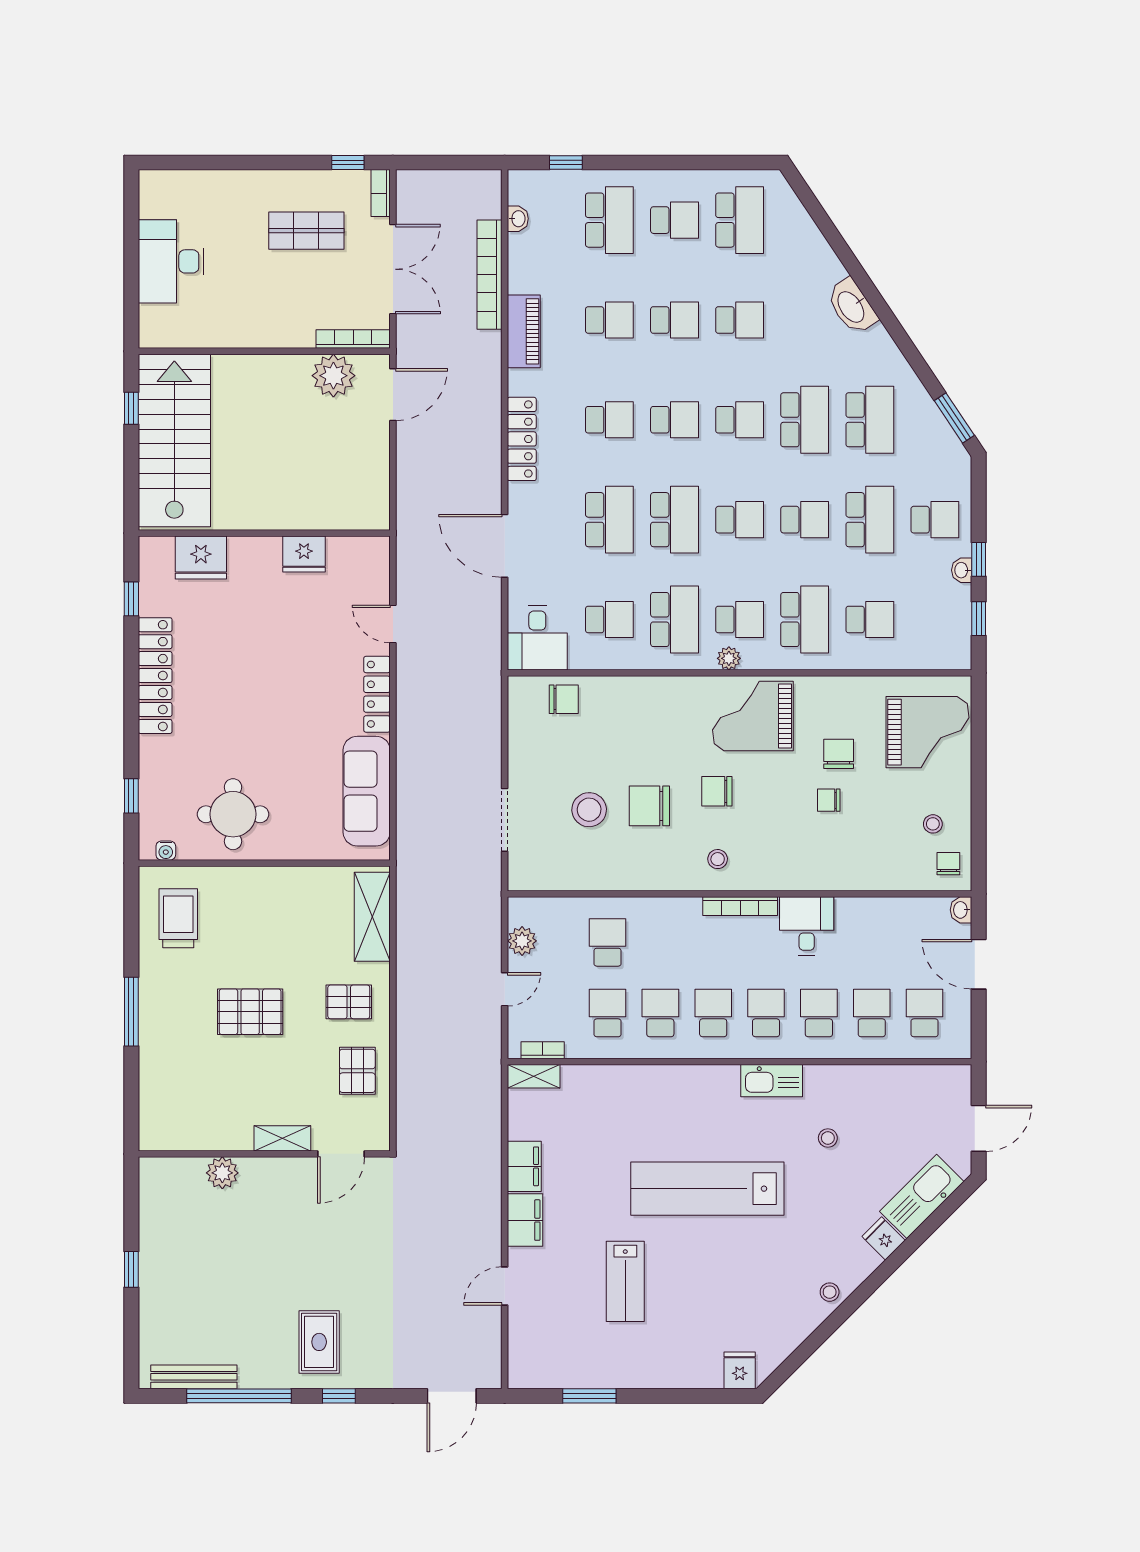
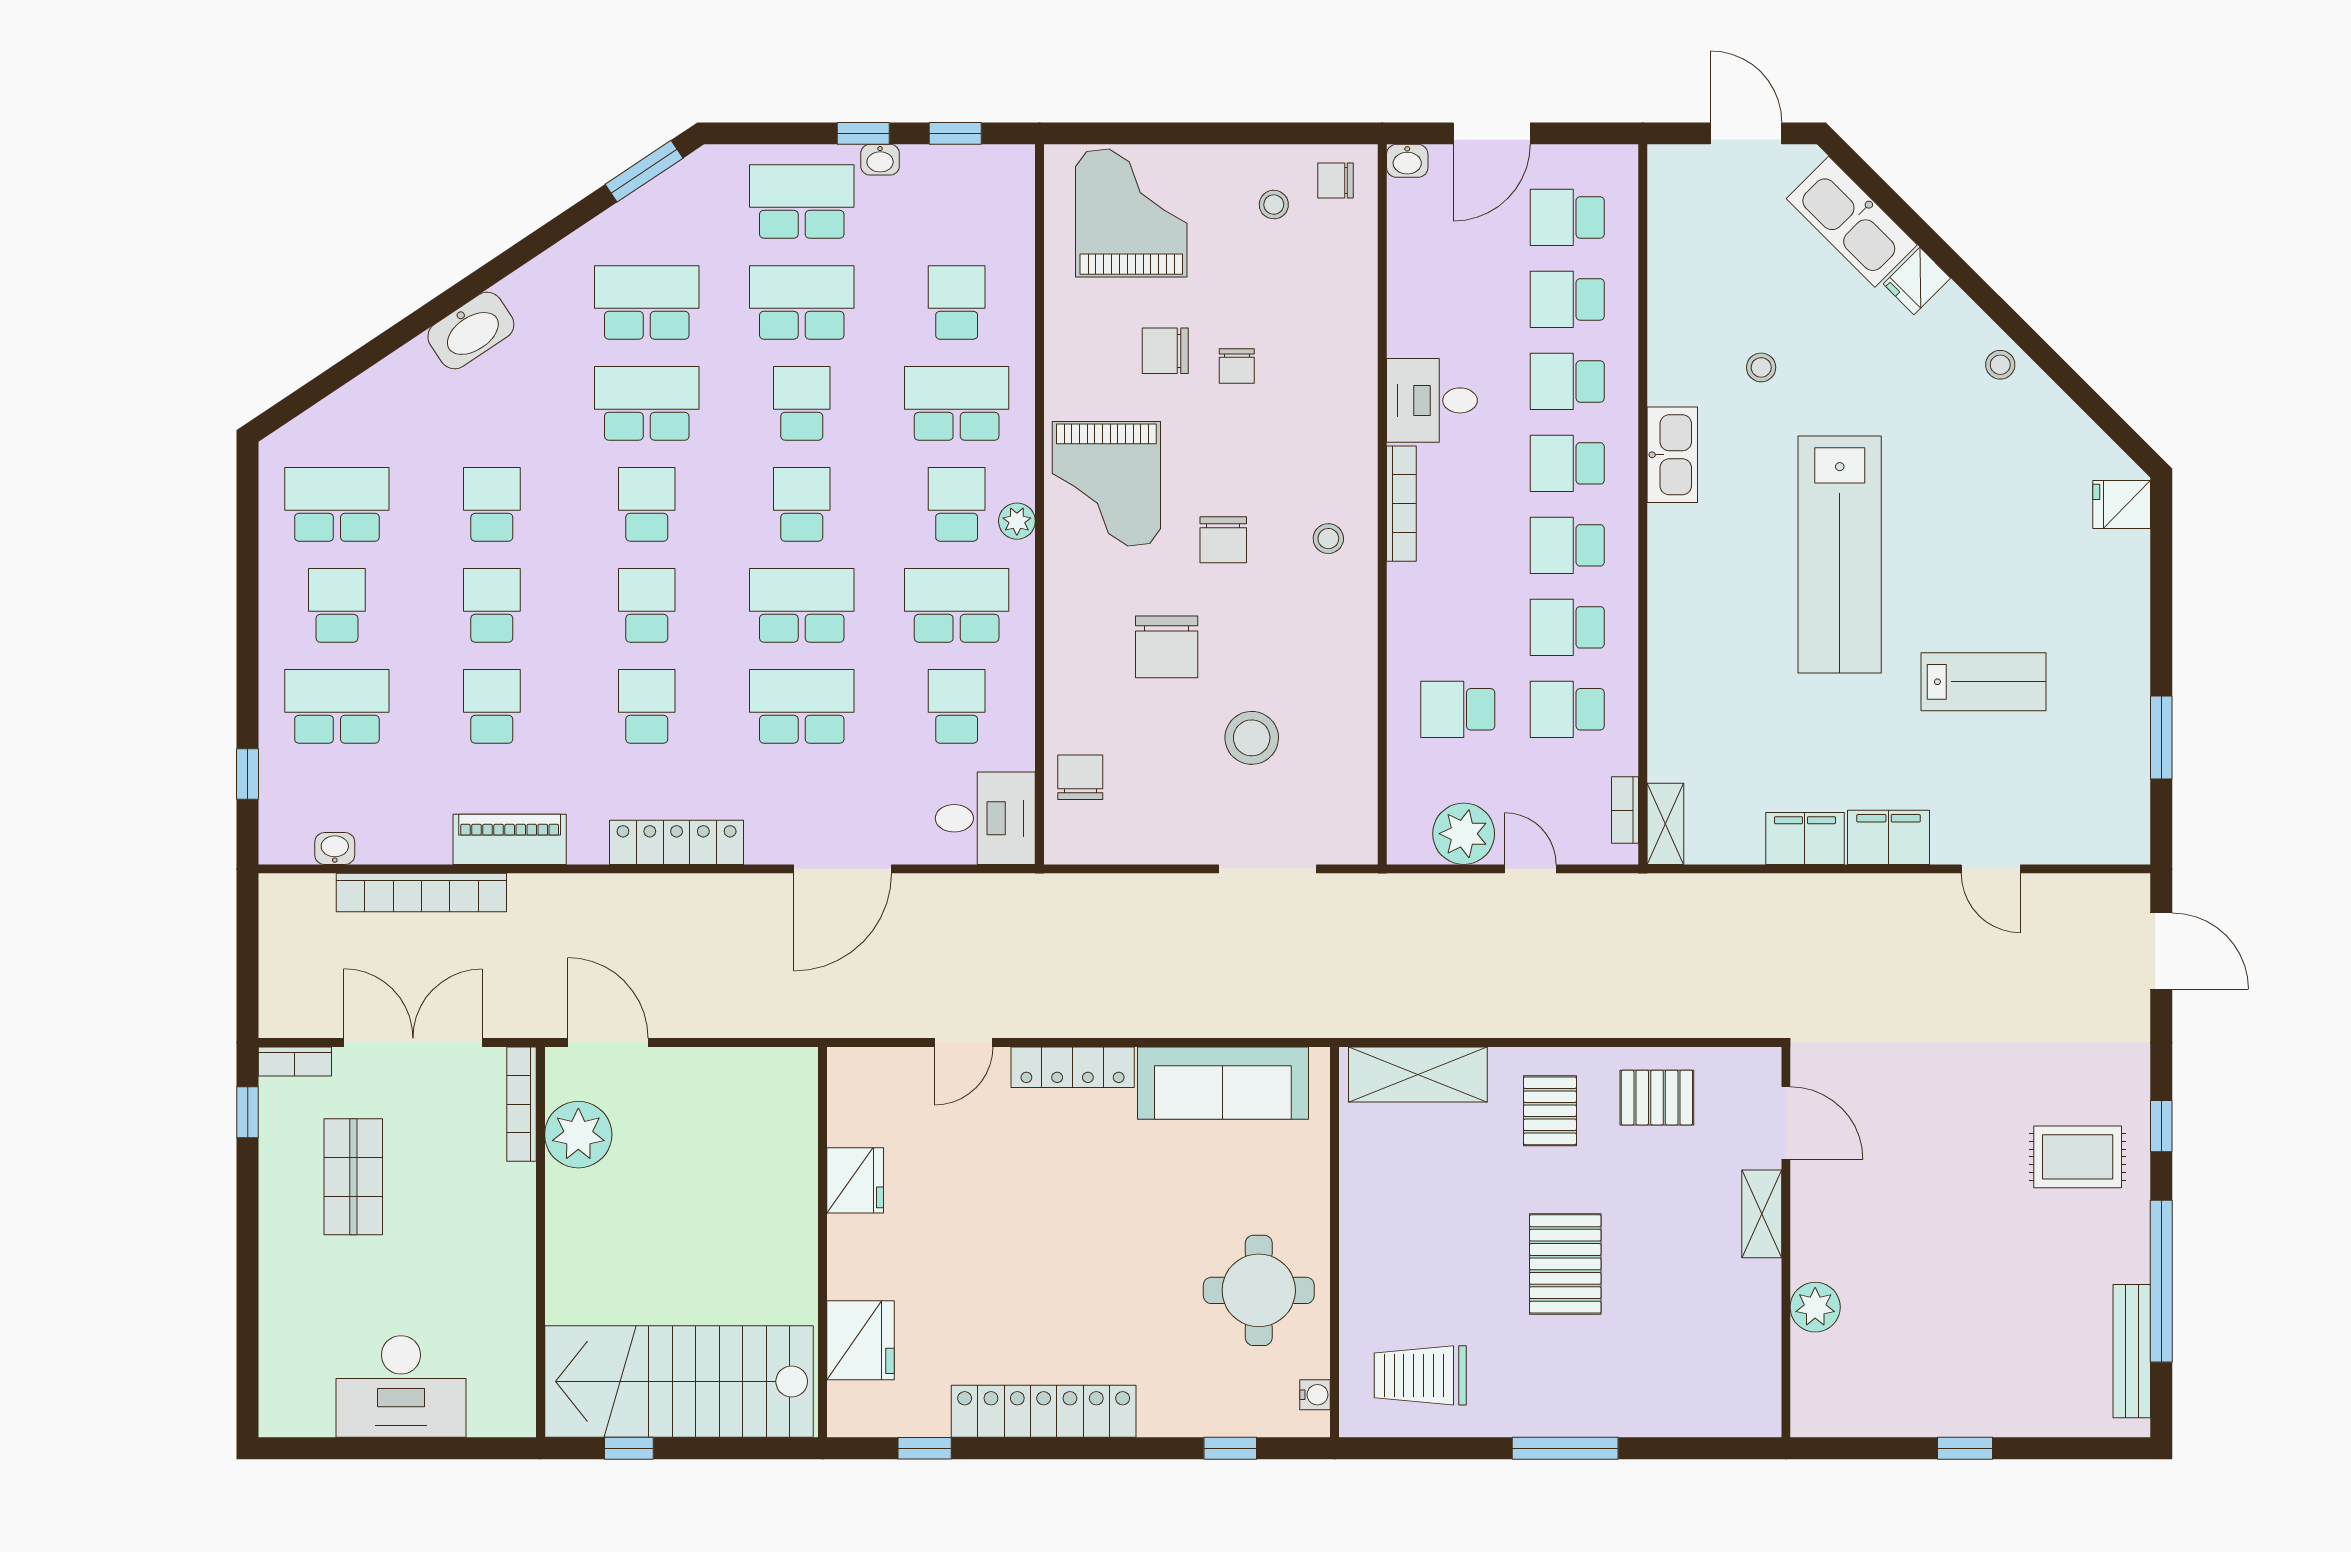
school desk: (935, 520) -> (802, 201), width x1.85
chair: (649, 806) -> (1167, 647), moved
plant: (522, 941) -> (1464, 834), width x1.36, depth x1.36

